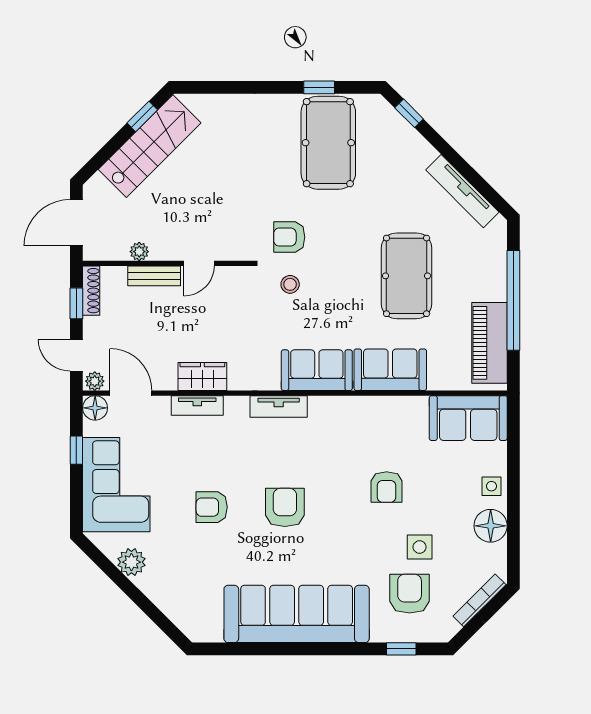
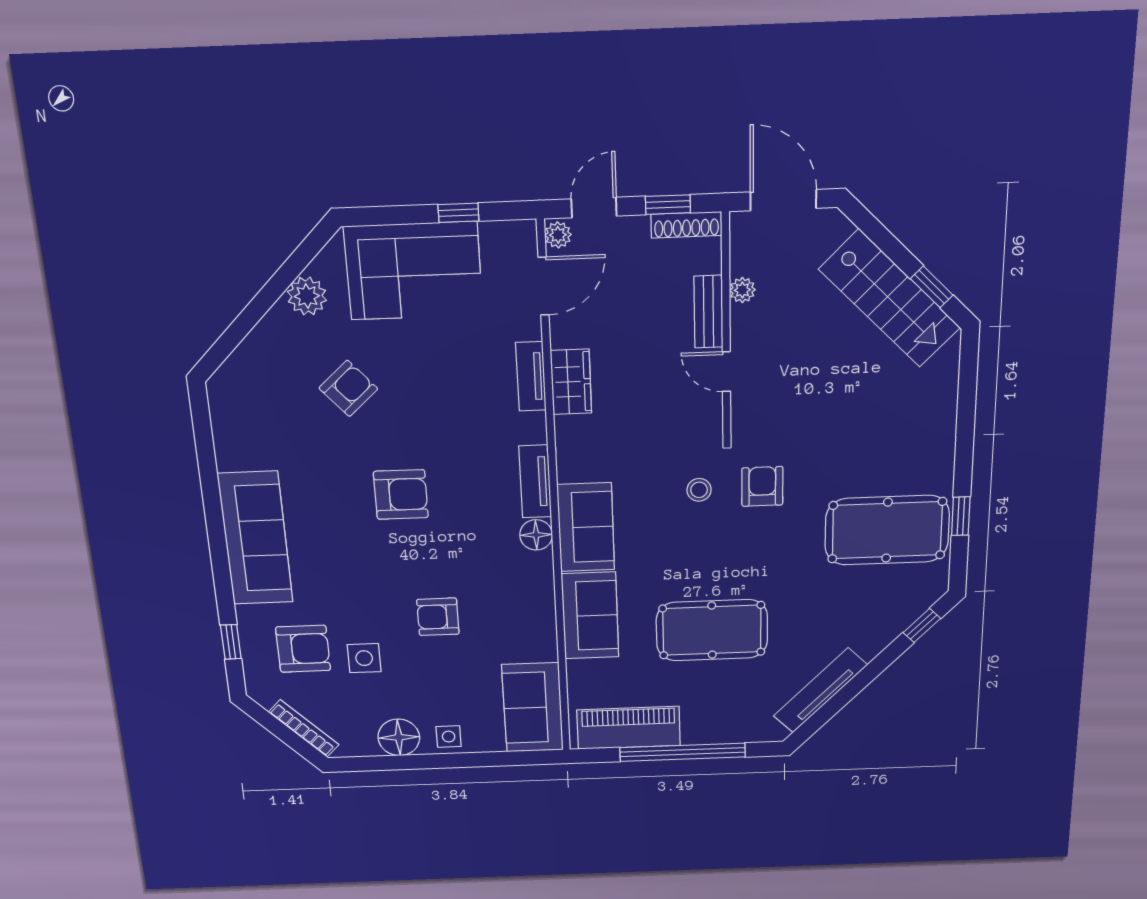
floor lamp: (95, 408) -> (536, 535), moved
armchair: (212, 507) -> (348, 388), moved, turned 48
sofa: (297, 614) -> (255, 538), width x0.74, depth x0.79

